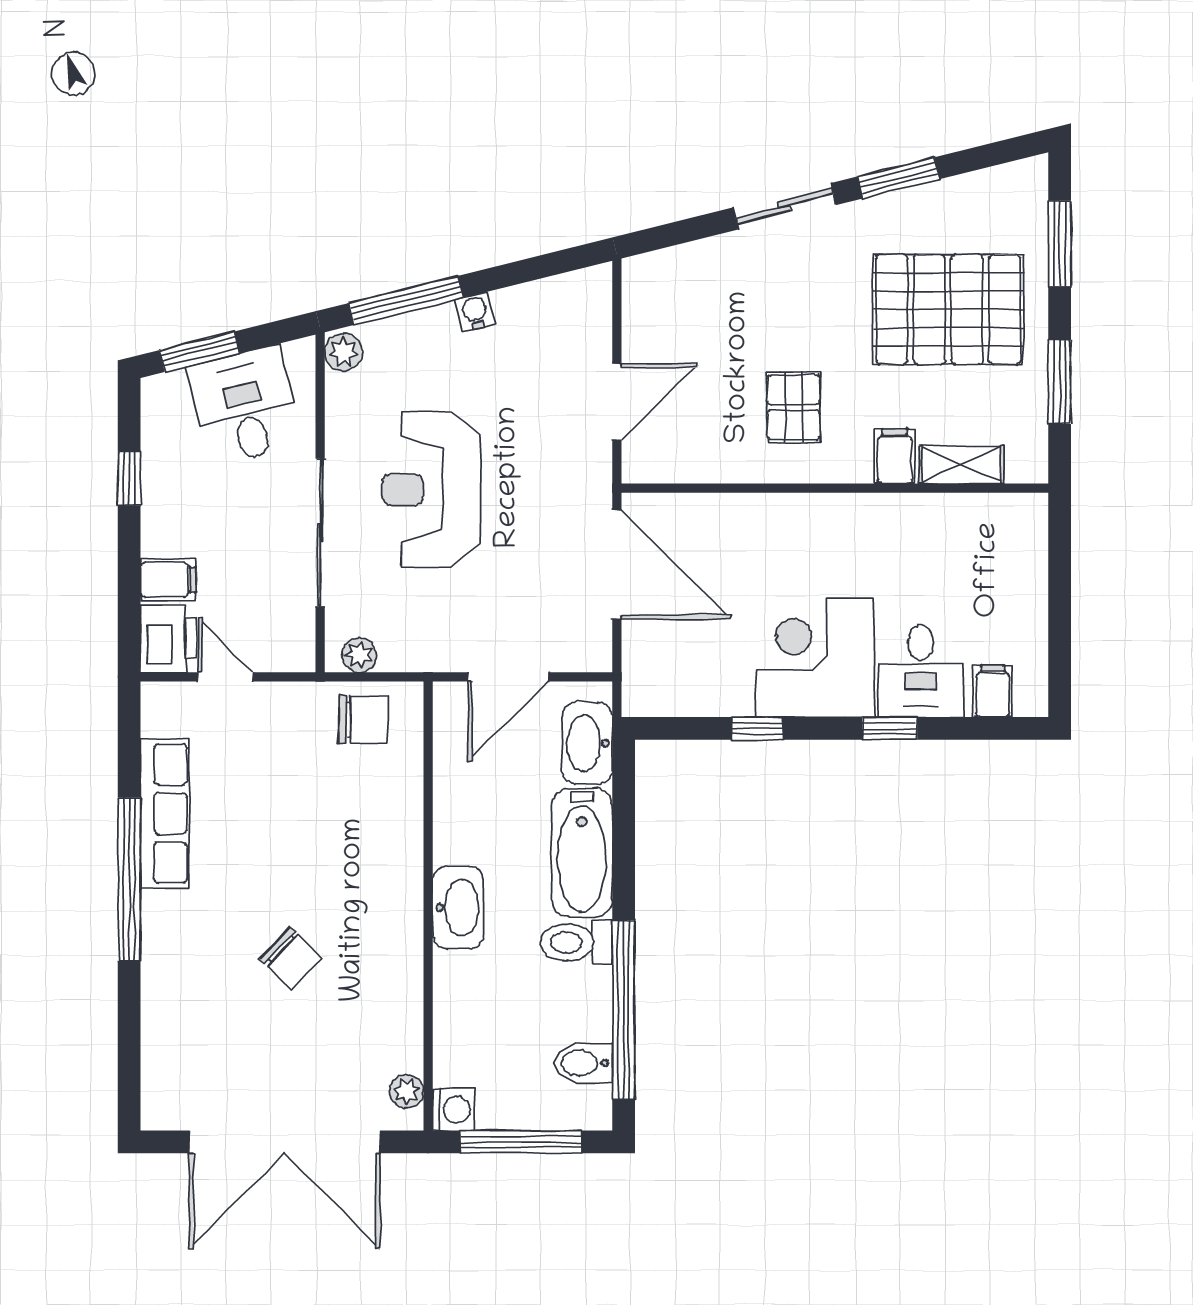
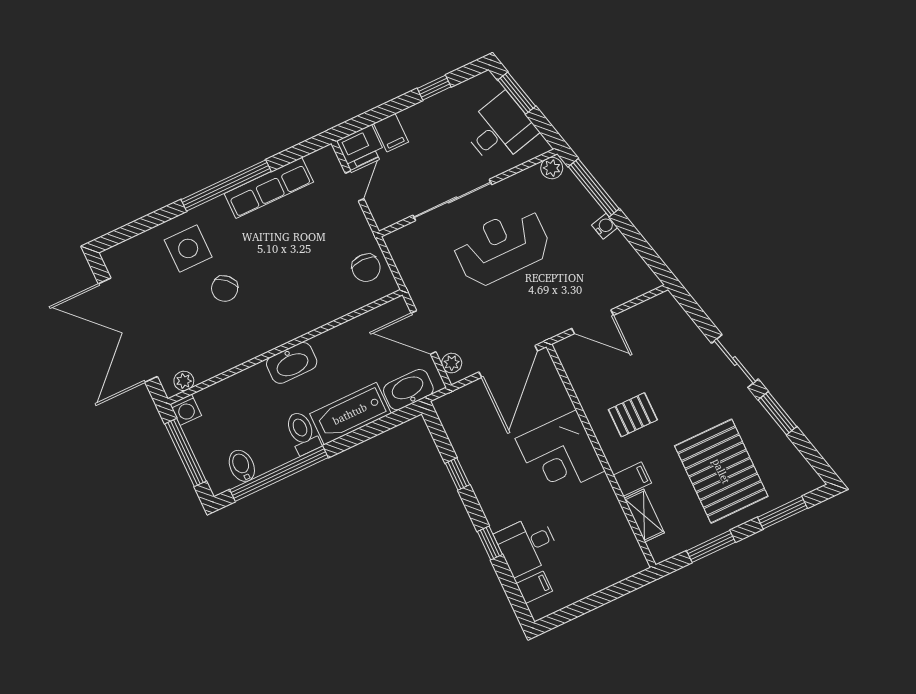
plant: (359, 655) -> (452, 363), moved
corner desk: (815, 658) -> (560, 455), moved, turned 180
side table: (200, 986) -> (188, 248), added

